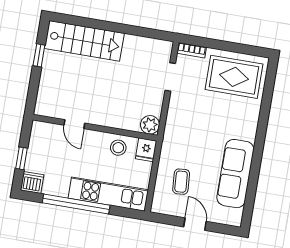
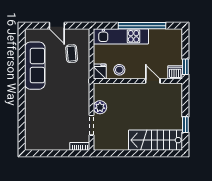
rug: (234, 77) -> (47, 133), removed
plant: (150, 125) -> (100, 107), moved
window: (21, 158) -> (185, 67), moved
dishwasher: (32, 183) -> (175, 72), moved, turned 180

